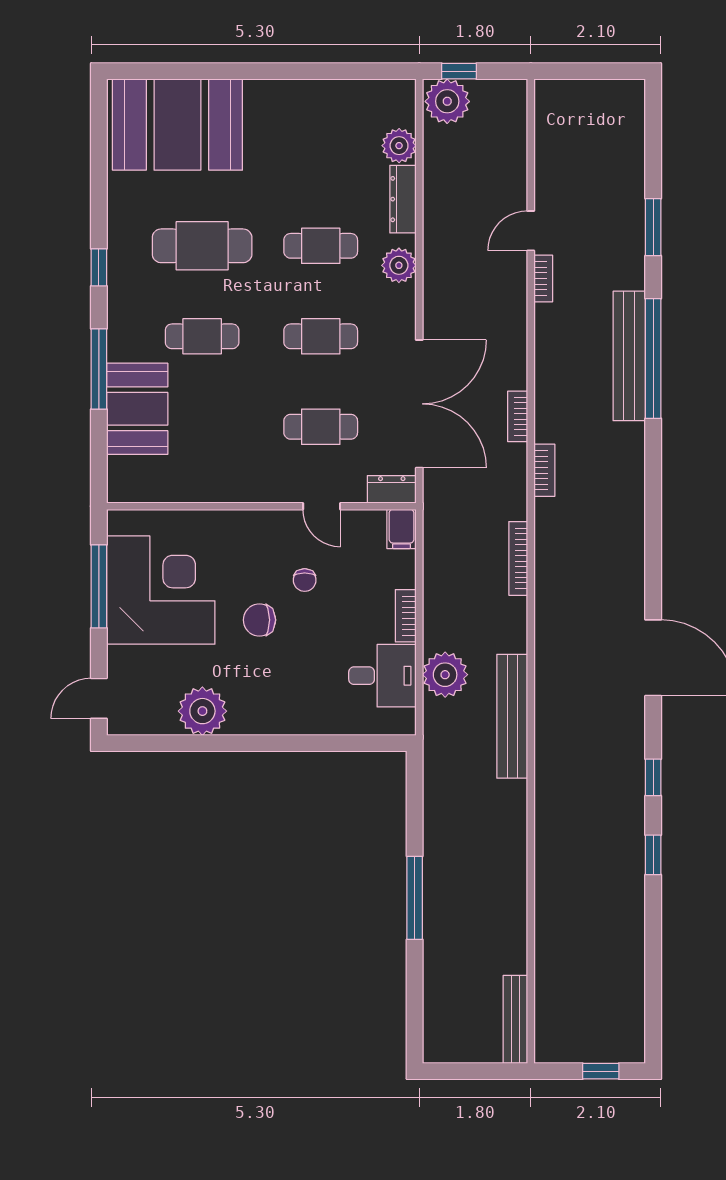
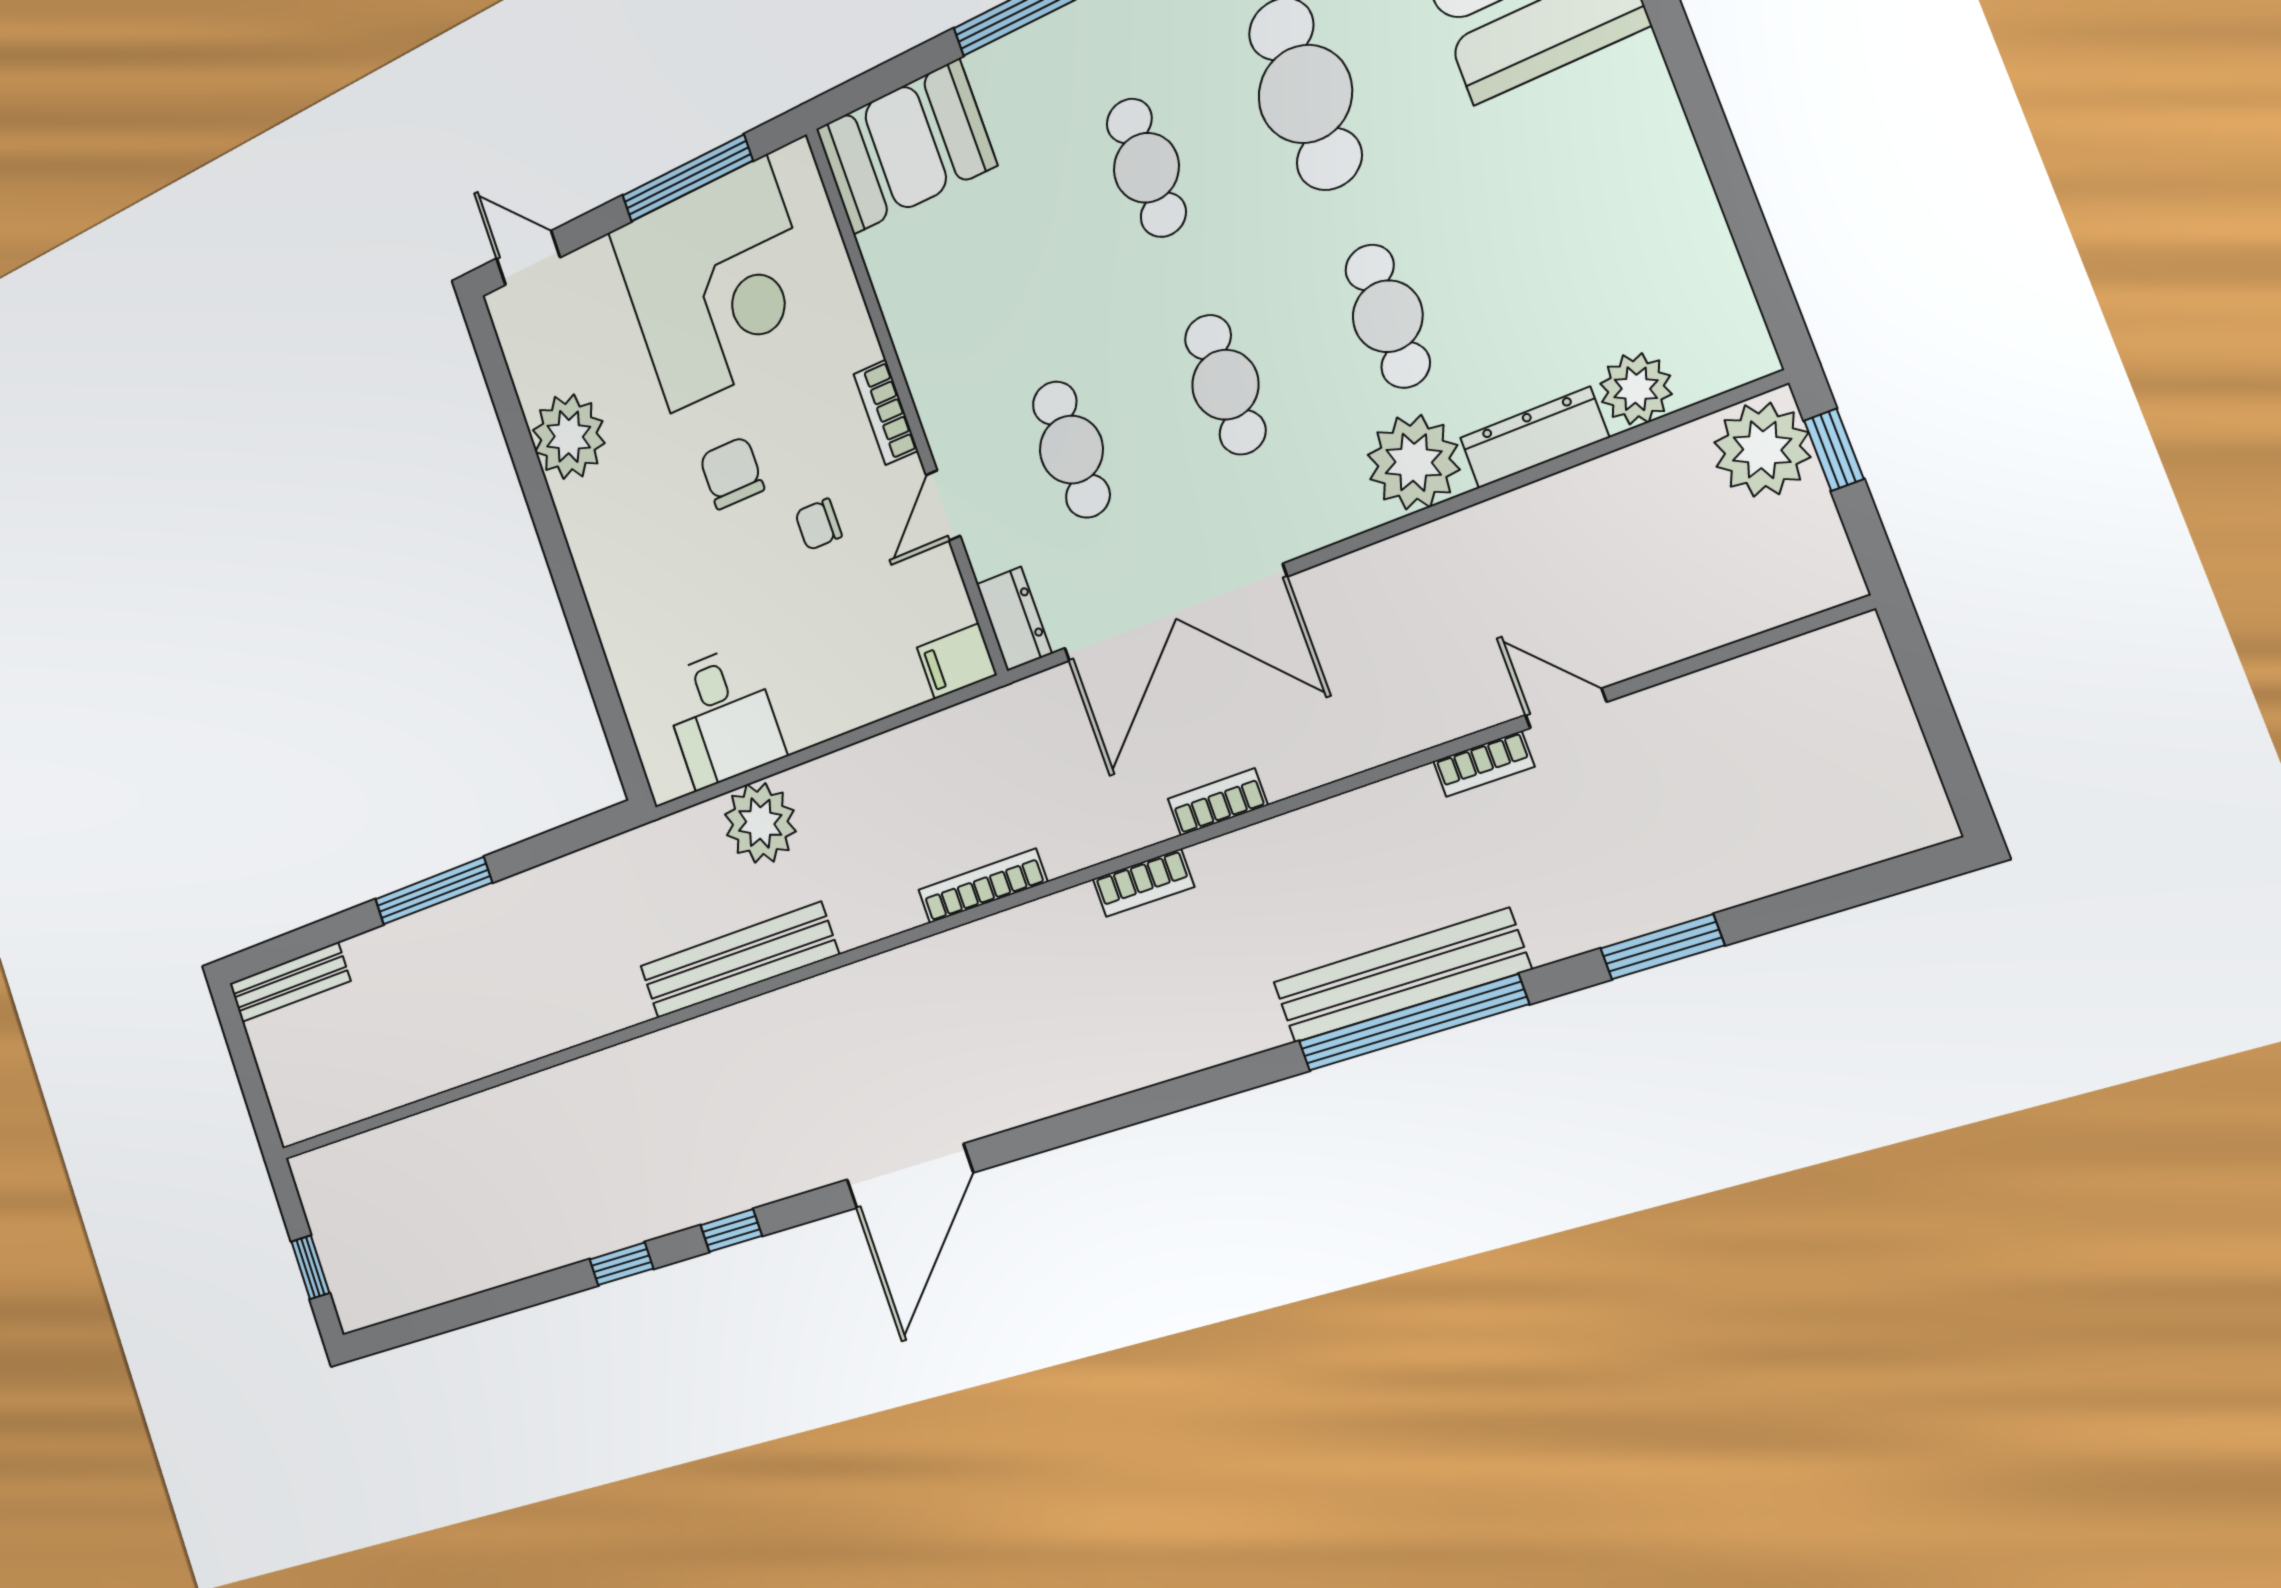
plant: (399, 265) -> (1414, 462), width x1.36, depth x1.36
booth: (137, 409) -> (906, 147), moved
bookcase: (406, 616) -> (886, 412), moved, turned -90
bench: (515, 1019) -> (289, 982), moved

